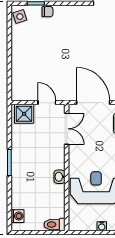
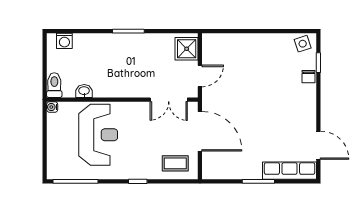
door: (93, 103) -> (200, 131), hinge flipped
washbasin: (59, 177) -> (84, 91), moved
water cooler: (102, 226) -> (52, 107), moved

